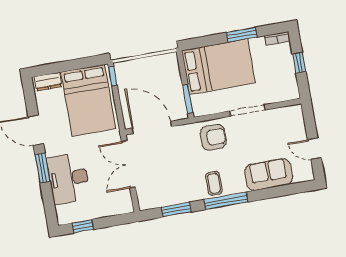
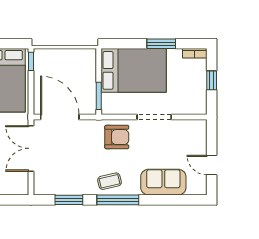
coffee table: (214, 183) -> (110, 181), turned 76

